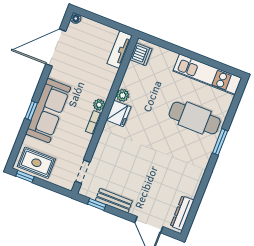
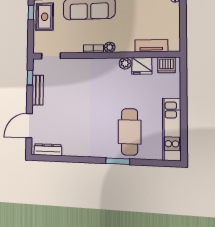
tv unit: (120, 50) -> (151, 46), moved
fridge: (118, 113) -> (142, 66), moved

